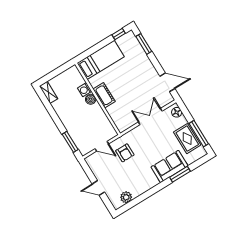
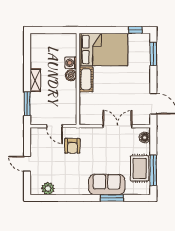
bed: (101, 60) -> (103, 49), width x1.50
shelving: (49, 92) -> (35, 80), moved

